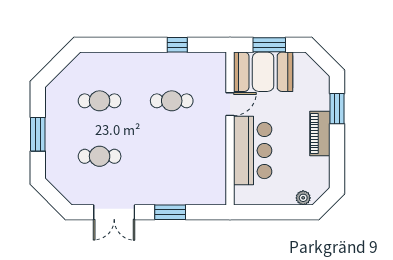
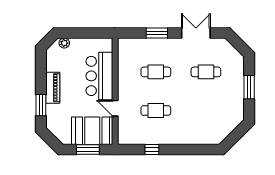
cafe table: (100, 101) -> (156, 72), moved
door: (230, 104) -> (115, 108), hinge flipped

